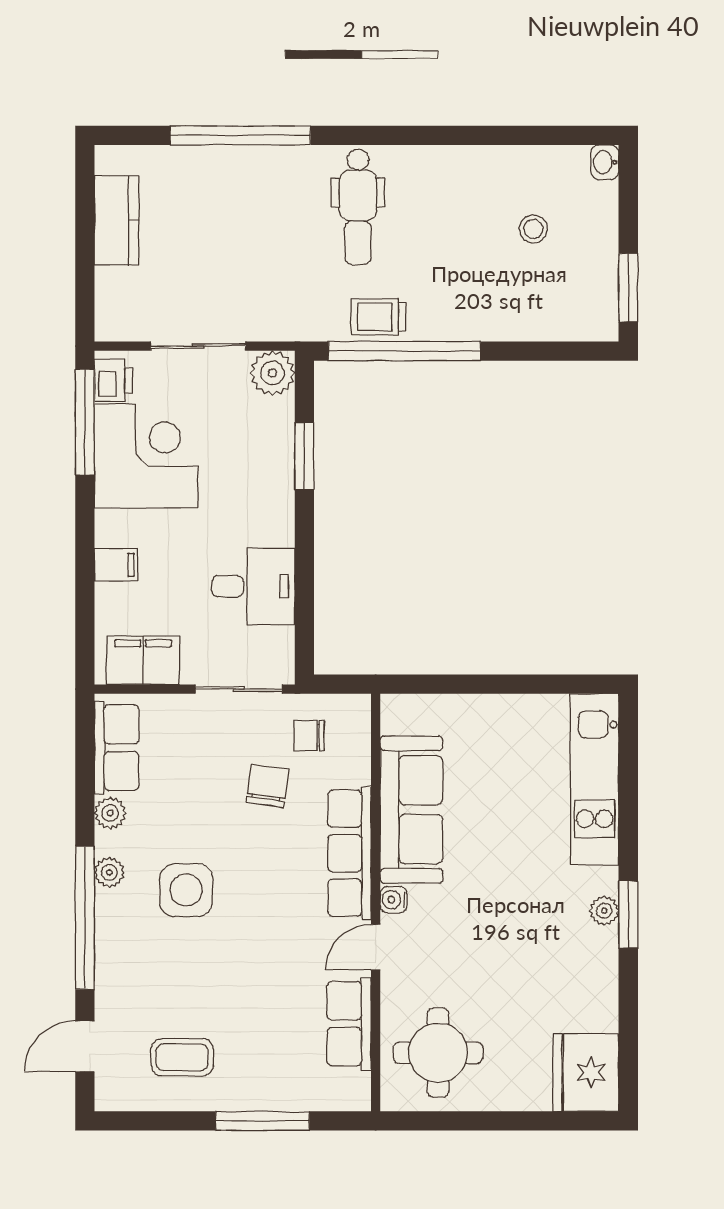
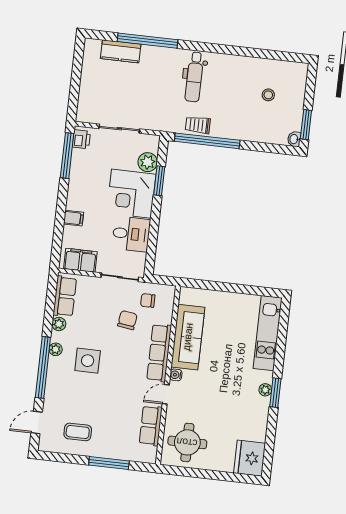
washbasin: (605, 162) -> (294, 139), moved
kitchen counter: (117, 220) -> (121, 51), moved, turned 90
plant: (273, 373) -> (148, 162), moved
corner desk: (146, 456) -> (131, 194), moved, turned 180

